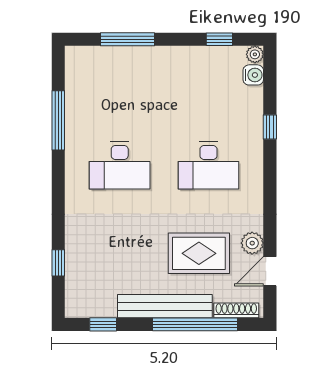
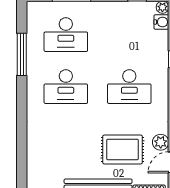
desk: (120, 93) -> (66, 35), added
window: (58, 263) -> (22, 156), removed

